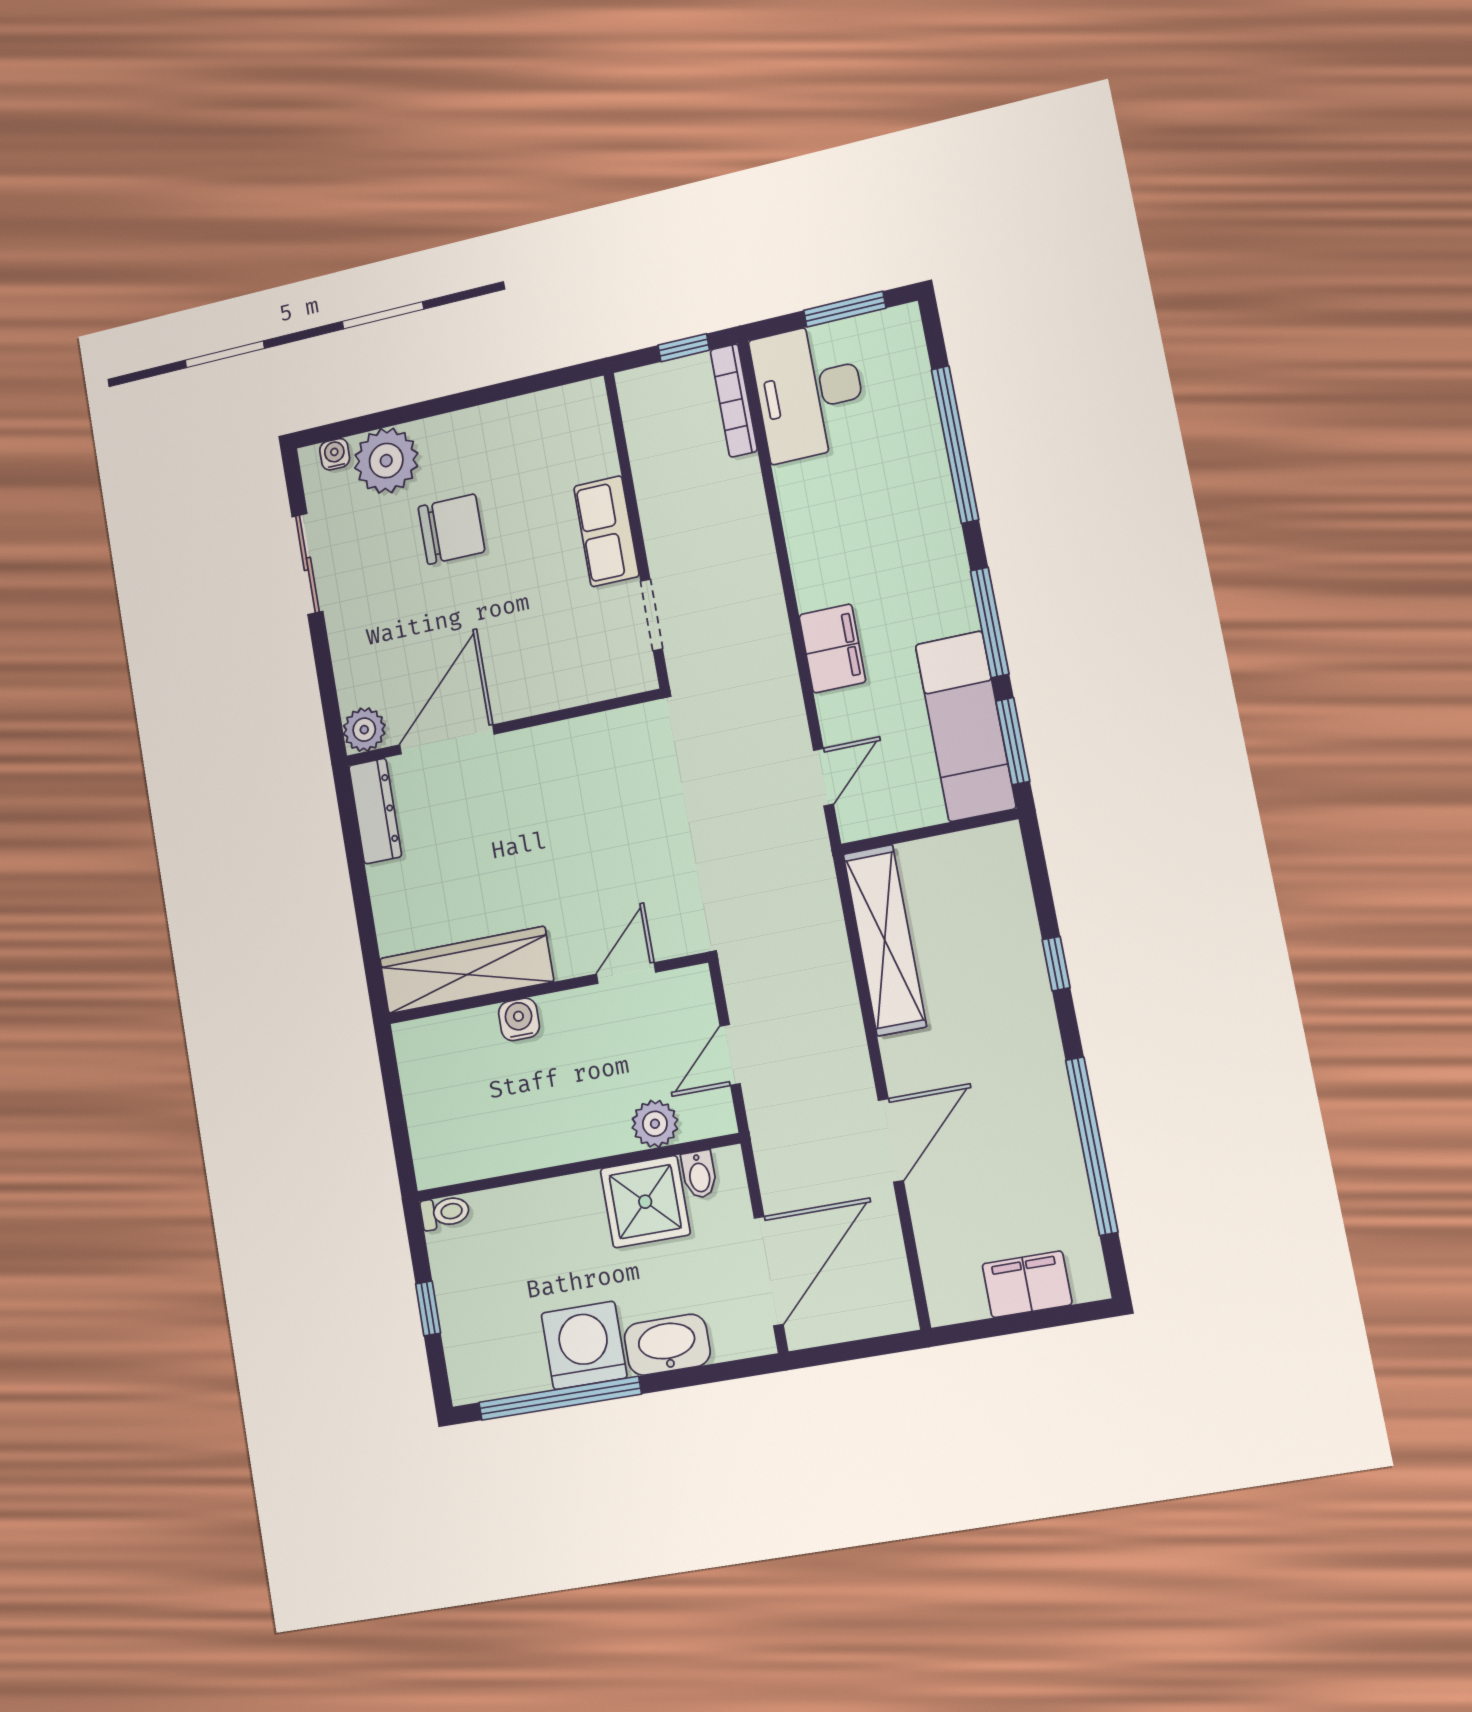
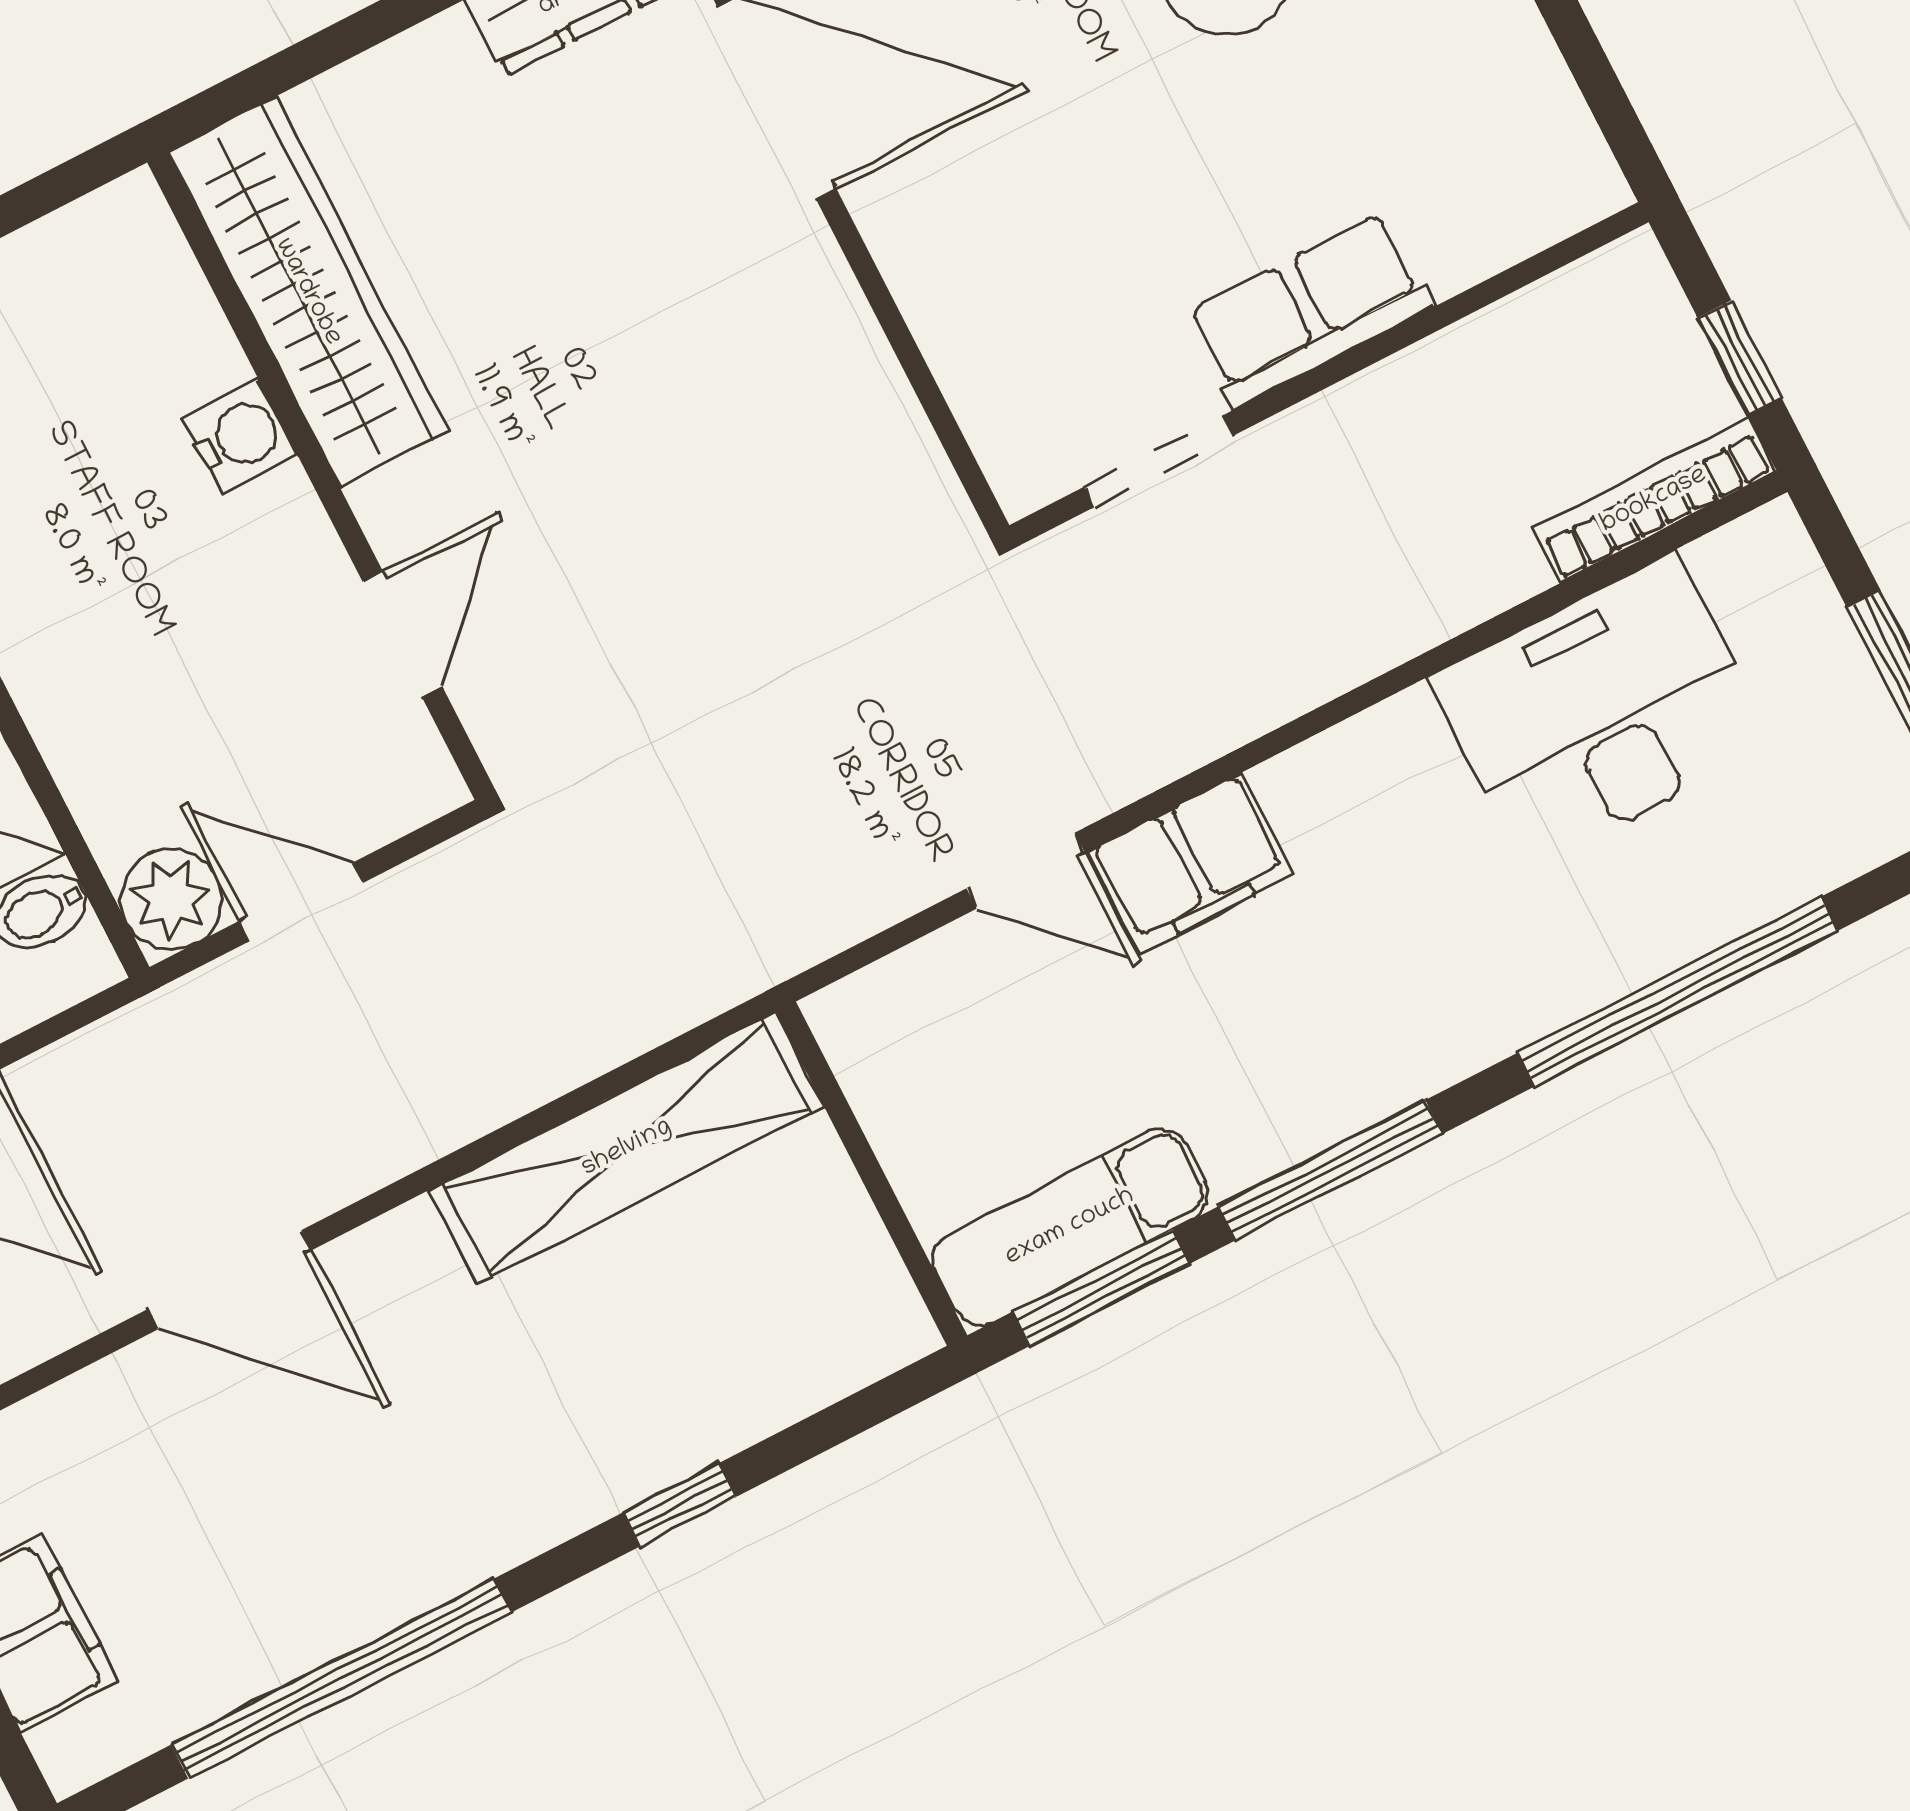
desk: (809, 391) -> (1601, 712), moved
exam couch: (966, 726) -> (1070, 1227), width x0.73, depth x0.69
door: (823, 777) -> (1026, 871), moved
door: (626, 973) -> (402, 634), hinge flipped
plant: (655, 1124) -> (171, 899), moved

